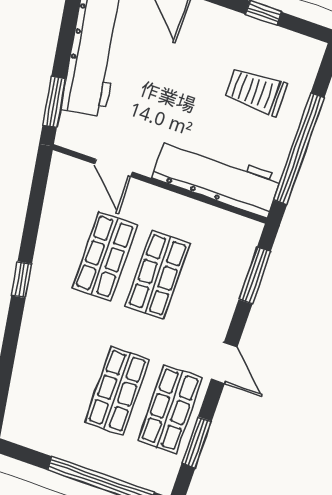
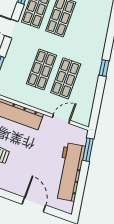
door: (113, 168) -> (61, 119), hinge flipped

